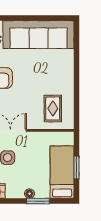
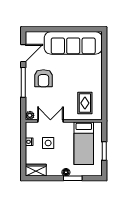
bed: (62, 172) -> (84, 143), moved, turned 180

